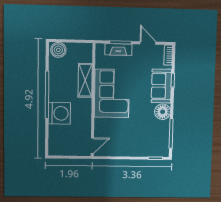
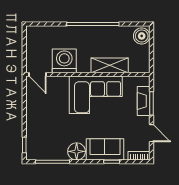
door: (148, 43) -> (151, 133), hinge flipped
washing machine: (59, 113) -> (64, 61), moved, turned 180

